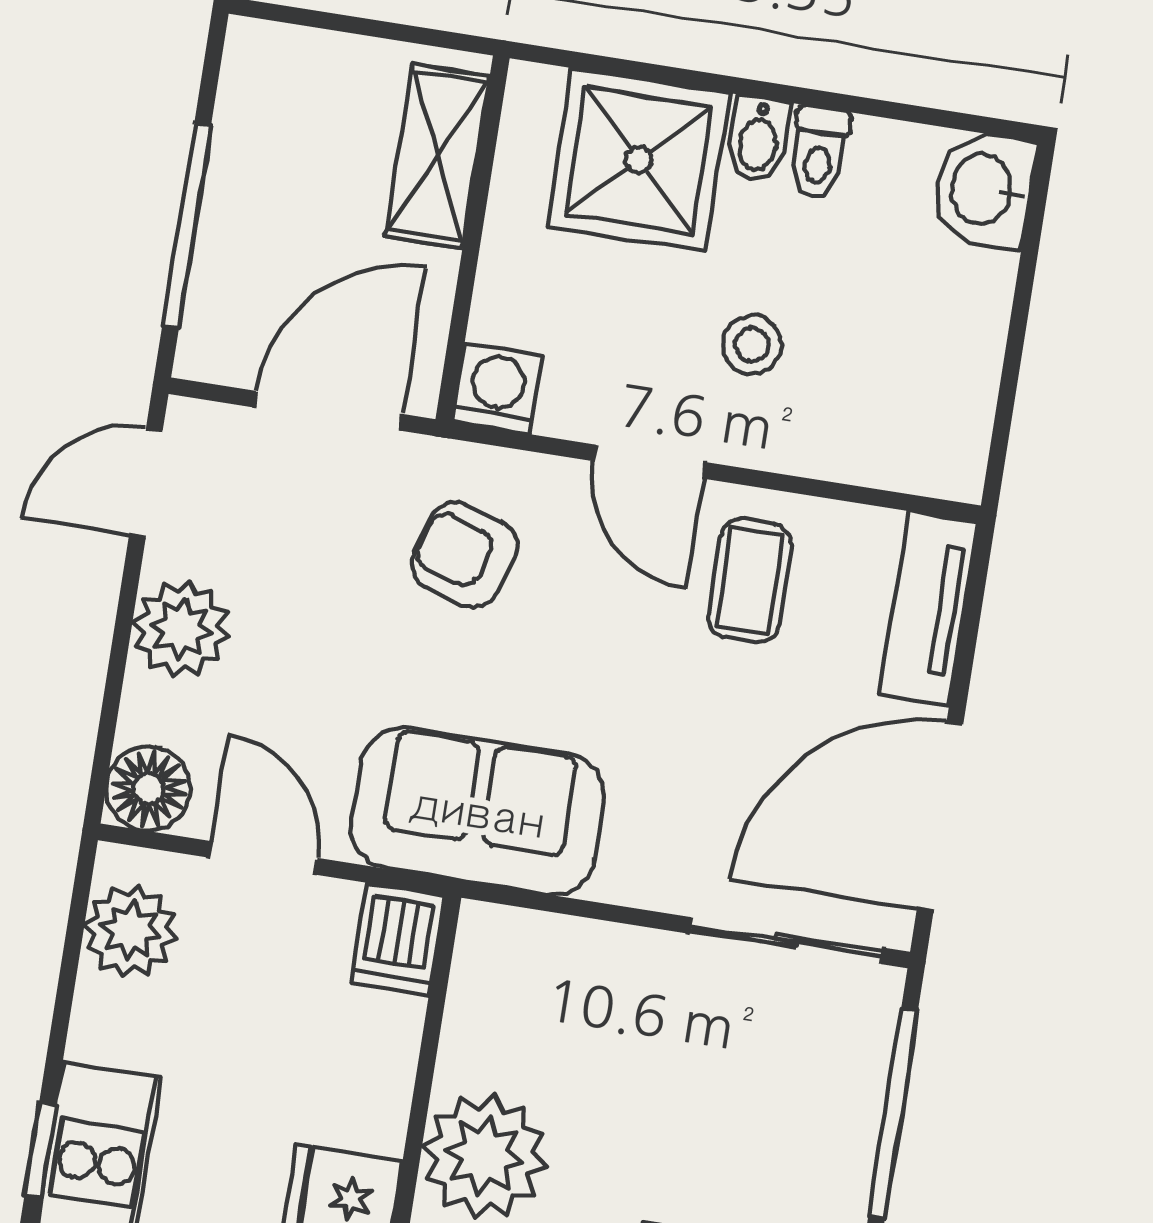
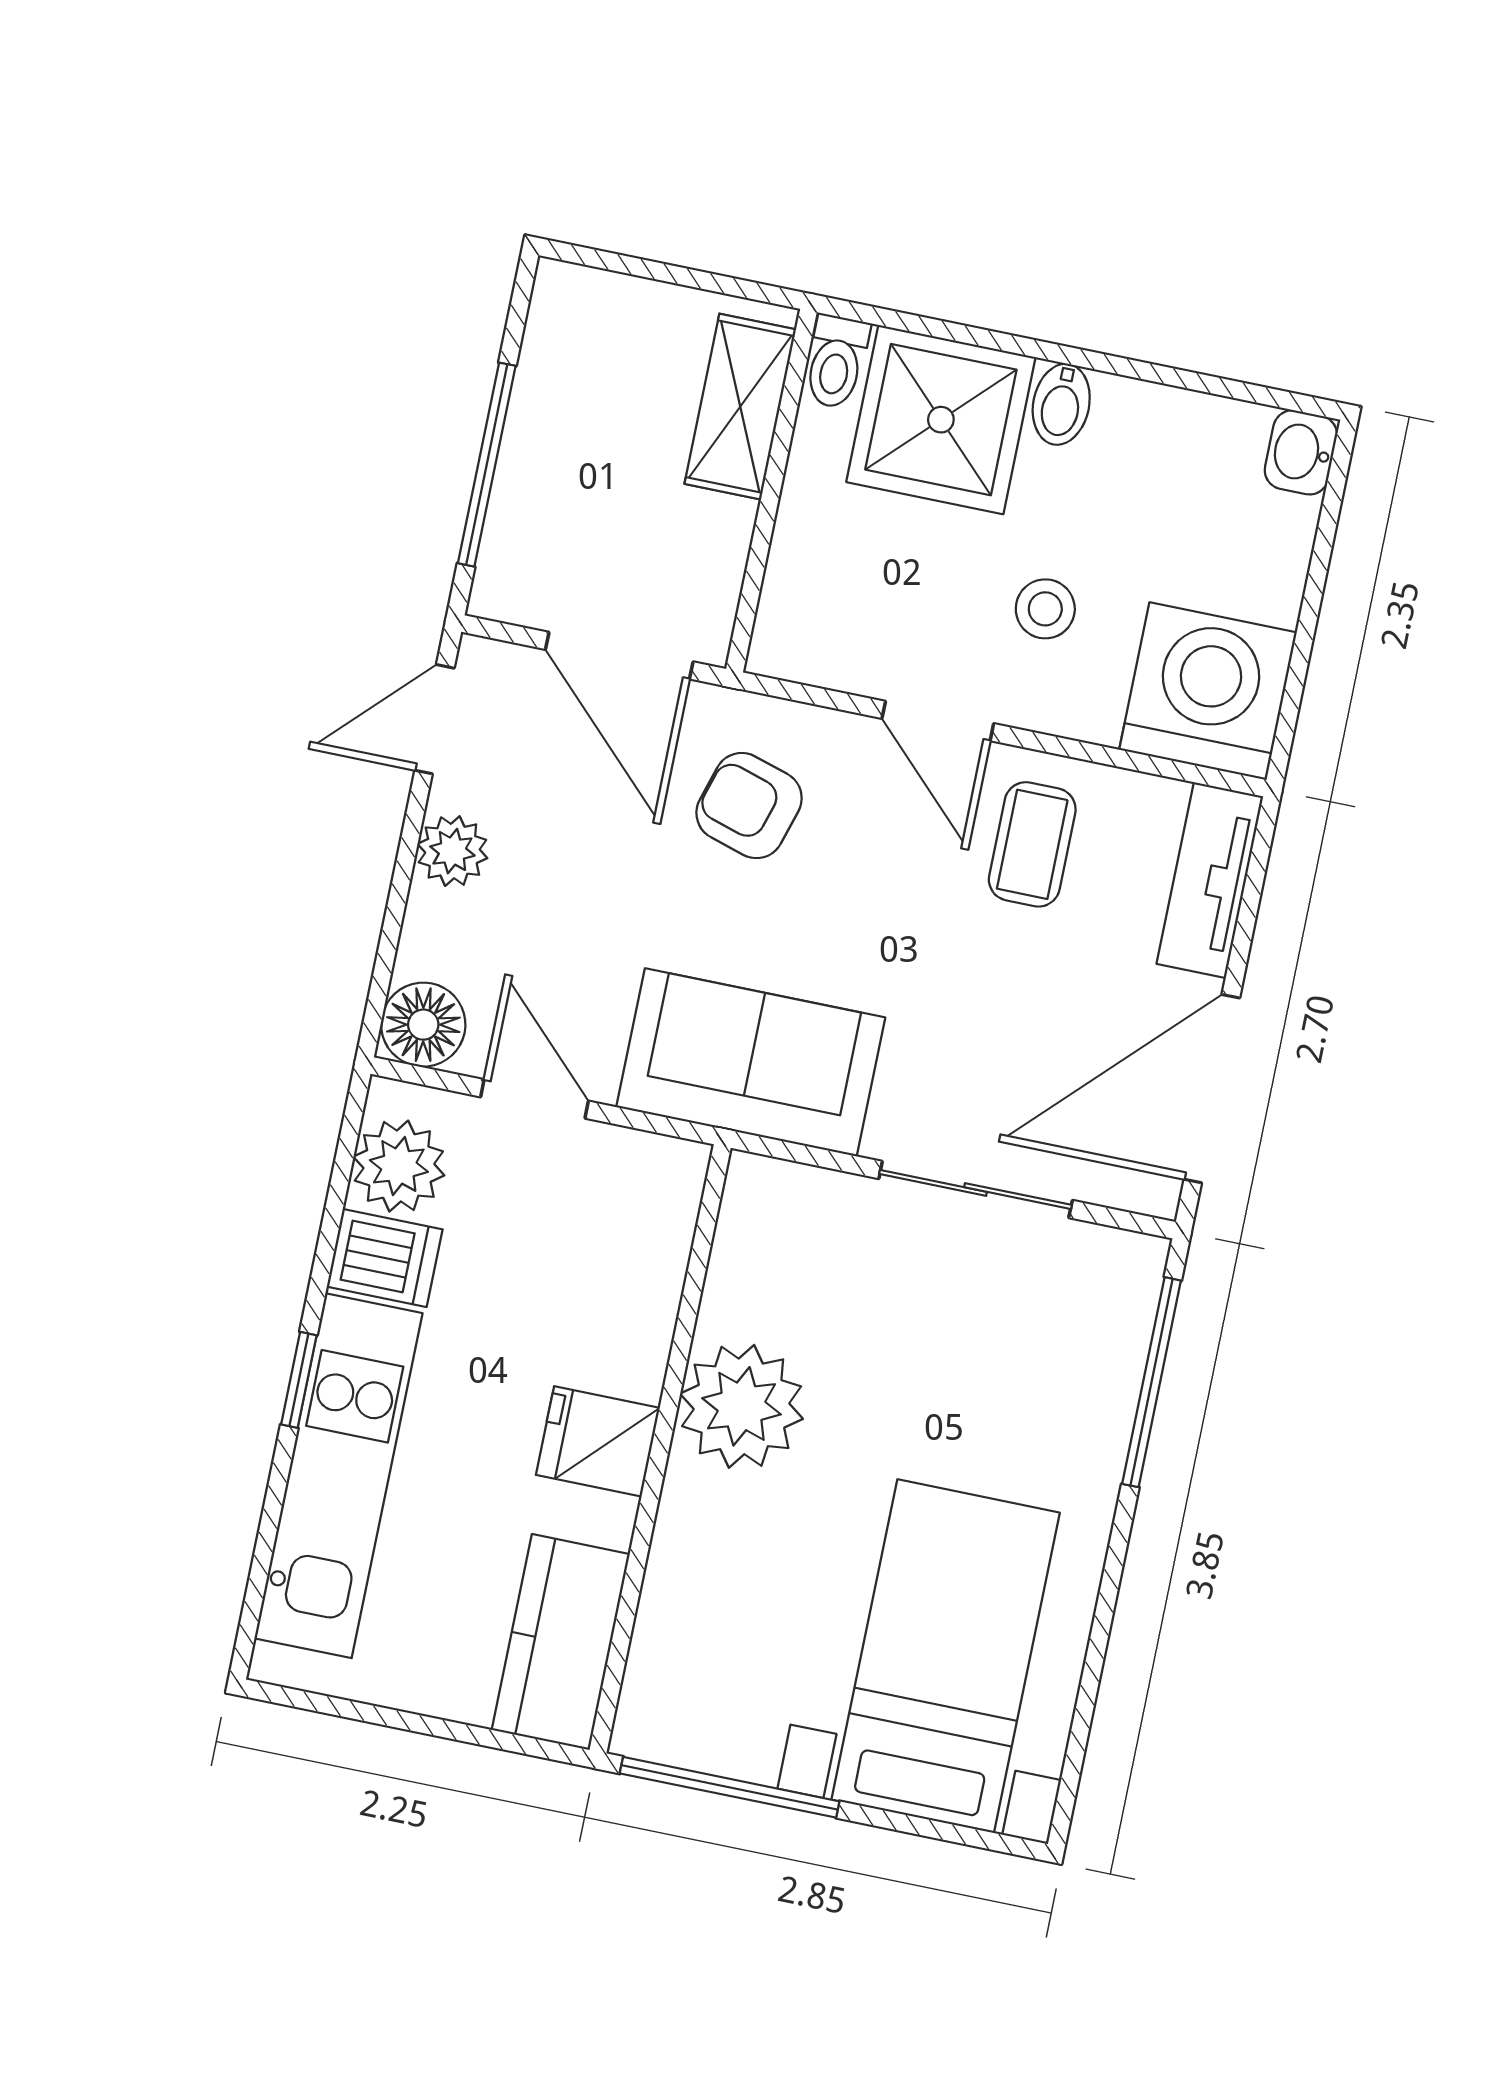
toilet: (819, 152) -> (836, 362), moved
washbasin: (984, 189) -> (1301, 452), width x0.72, depth x0.69
washing machine: (498, 389) -> (1208, 691), moved, width x1.89, depth x1.89
door: (328, 411) -> (619, 656), swing flipped
plant: (181, 629) -> (452, 851), width x0.73, depth x0.73
dishwasher: (398, 939) -> (385, 1258), moved, turned -90
sliding door: (786, 941) -> (976, 1189), moved

